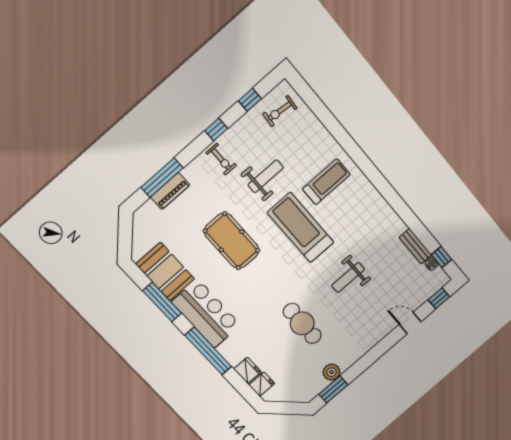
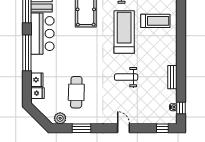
bench: (415, 246) -> (172, 77), moved
cafe table: (302, 323) -> (76, 92), moved
door: (410, 323) -> (123, 128), moved
plant: (332, 372) -> (60, 118), moved
window: (333, 389) -> (82, 128), moved

